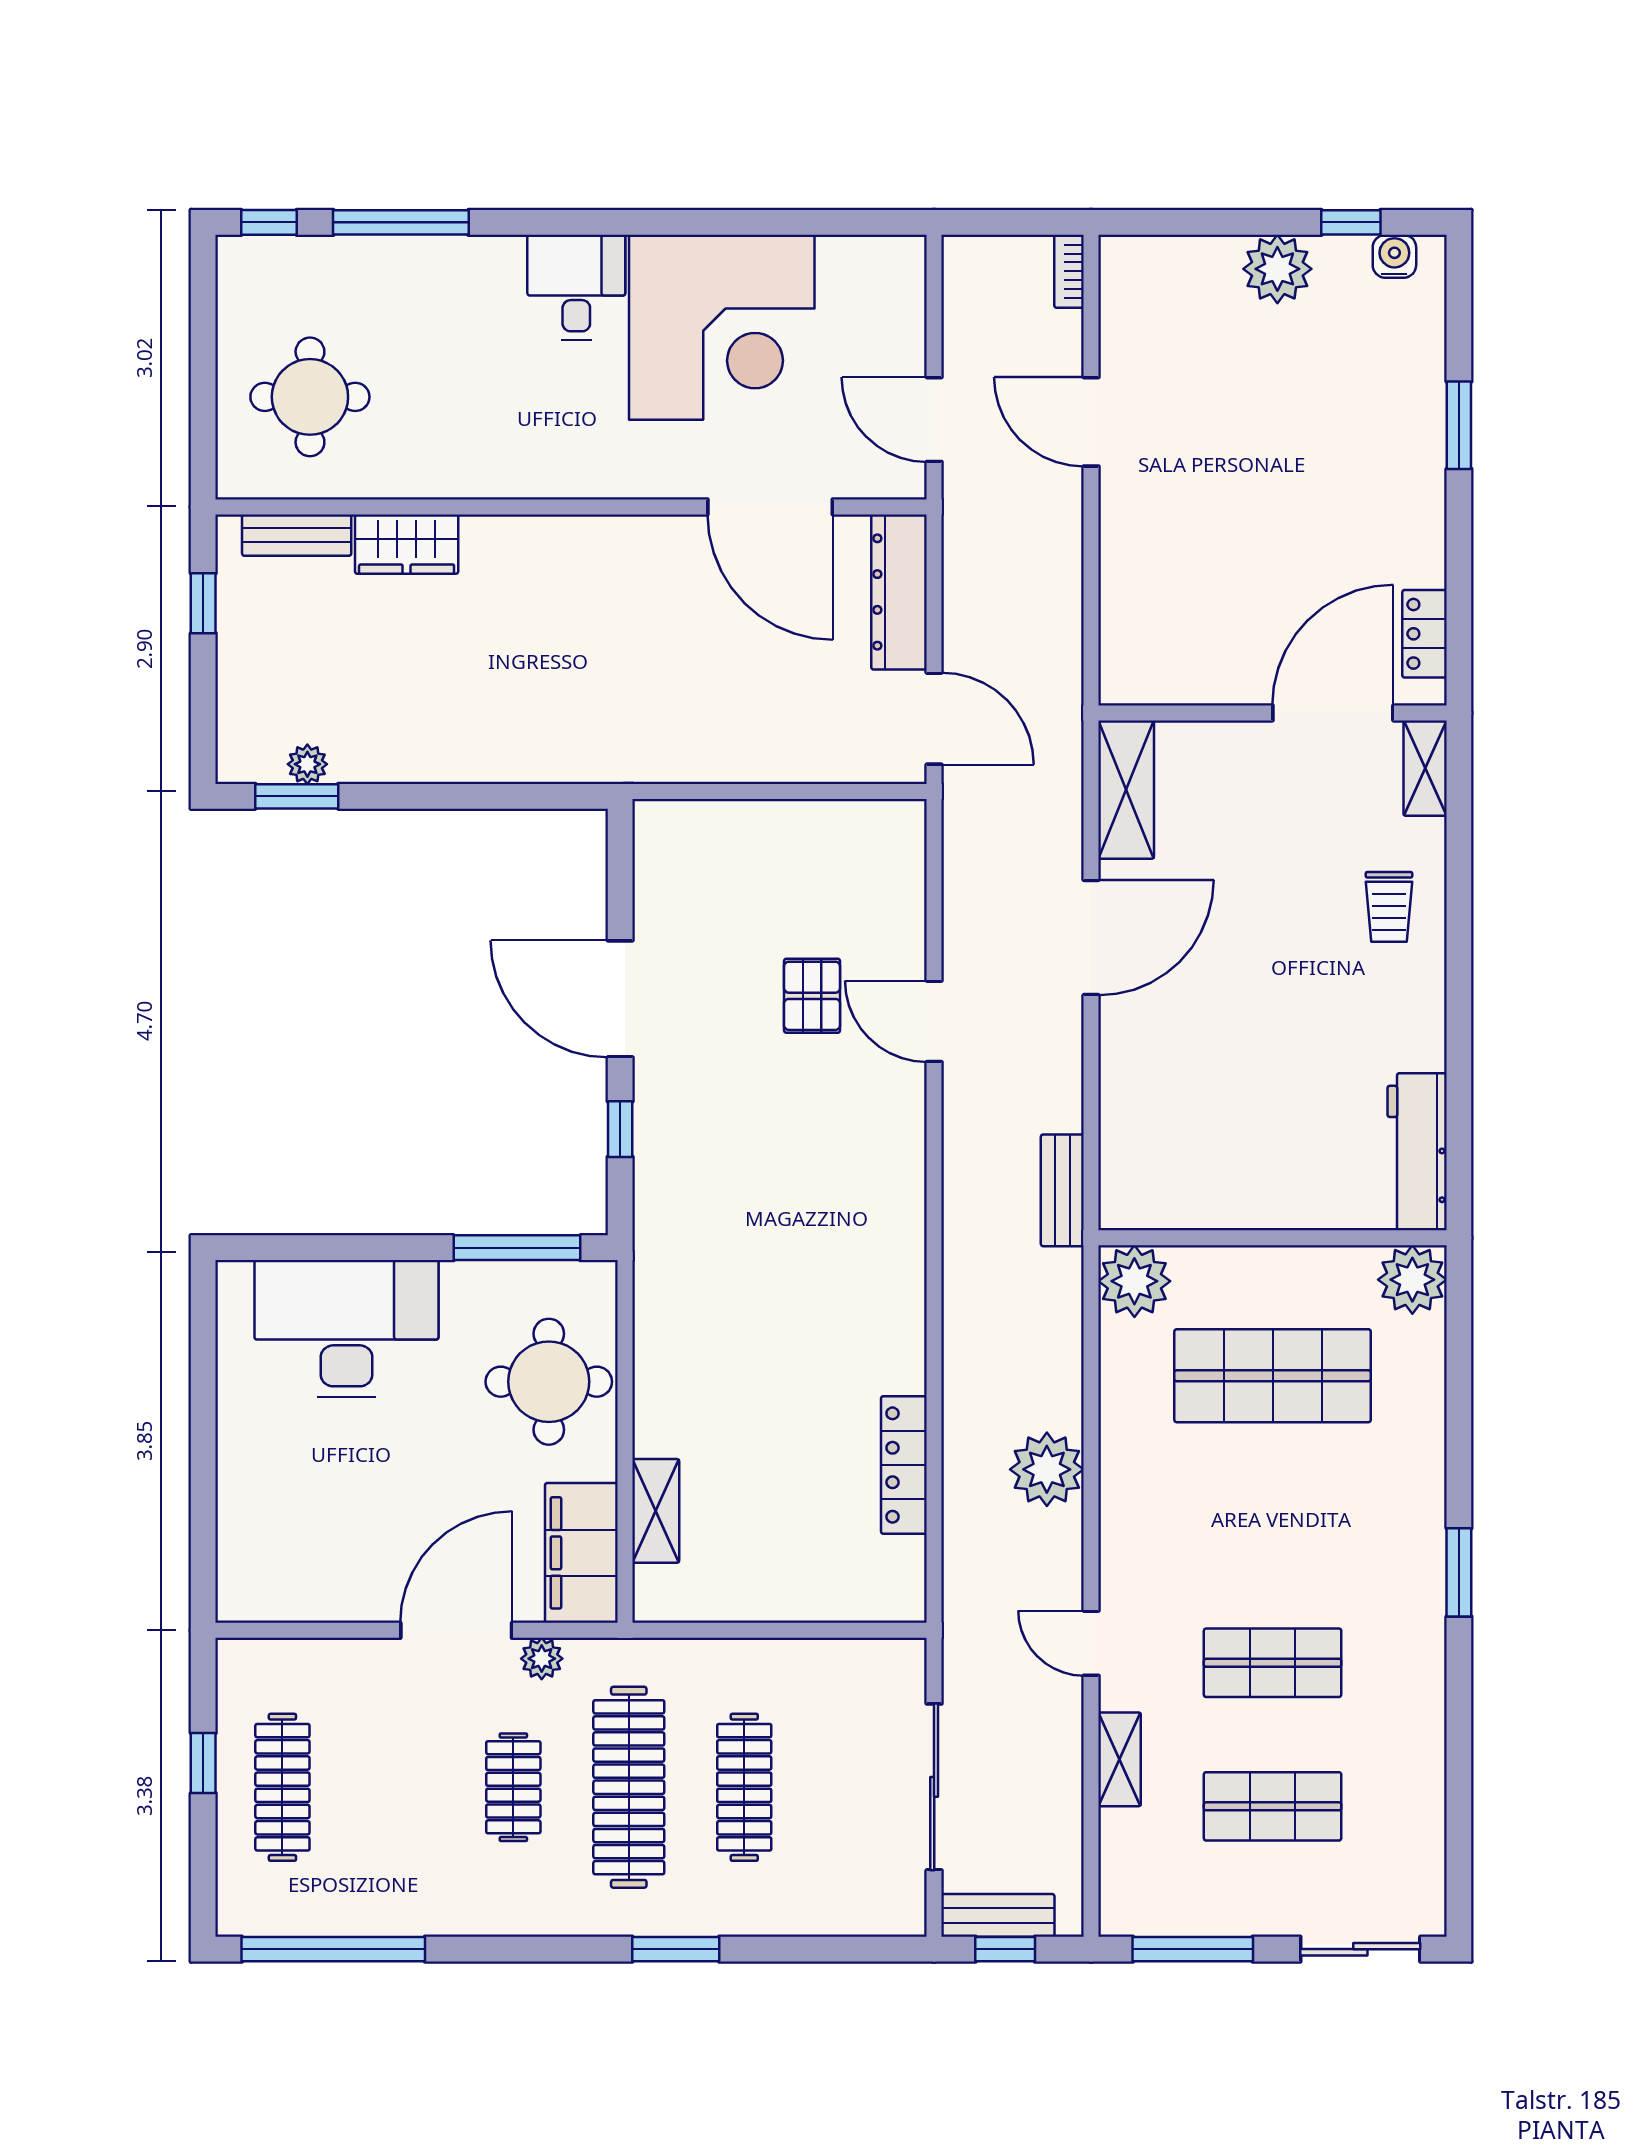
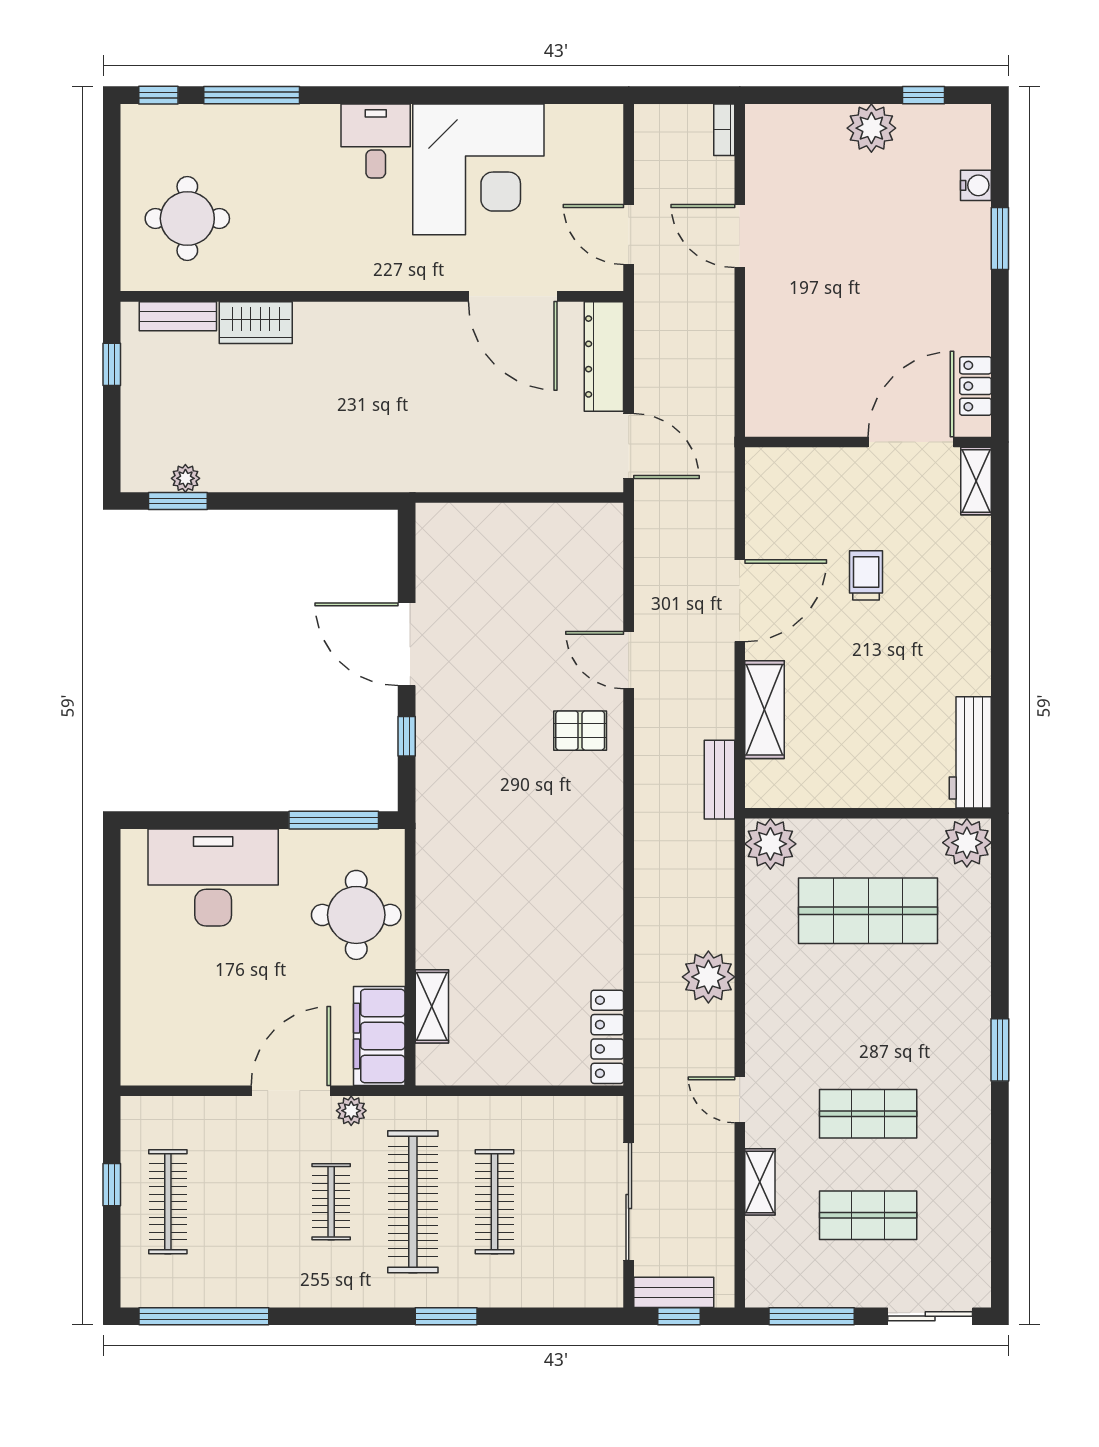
water cooler: (1394, 256) -> (976, 185), moved, turned 90
shelving: (1126, 790) -> (765, 710), moved
trolley: (1389, 907) -> (866, 575), moved, turned 180
pallet: (812, 996) -> (580, 731), moved, turned 90
locker: (904, 1465) -> (607, 1037), moved

